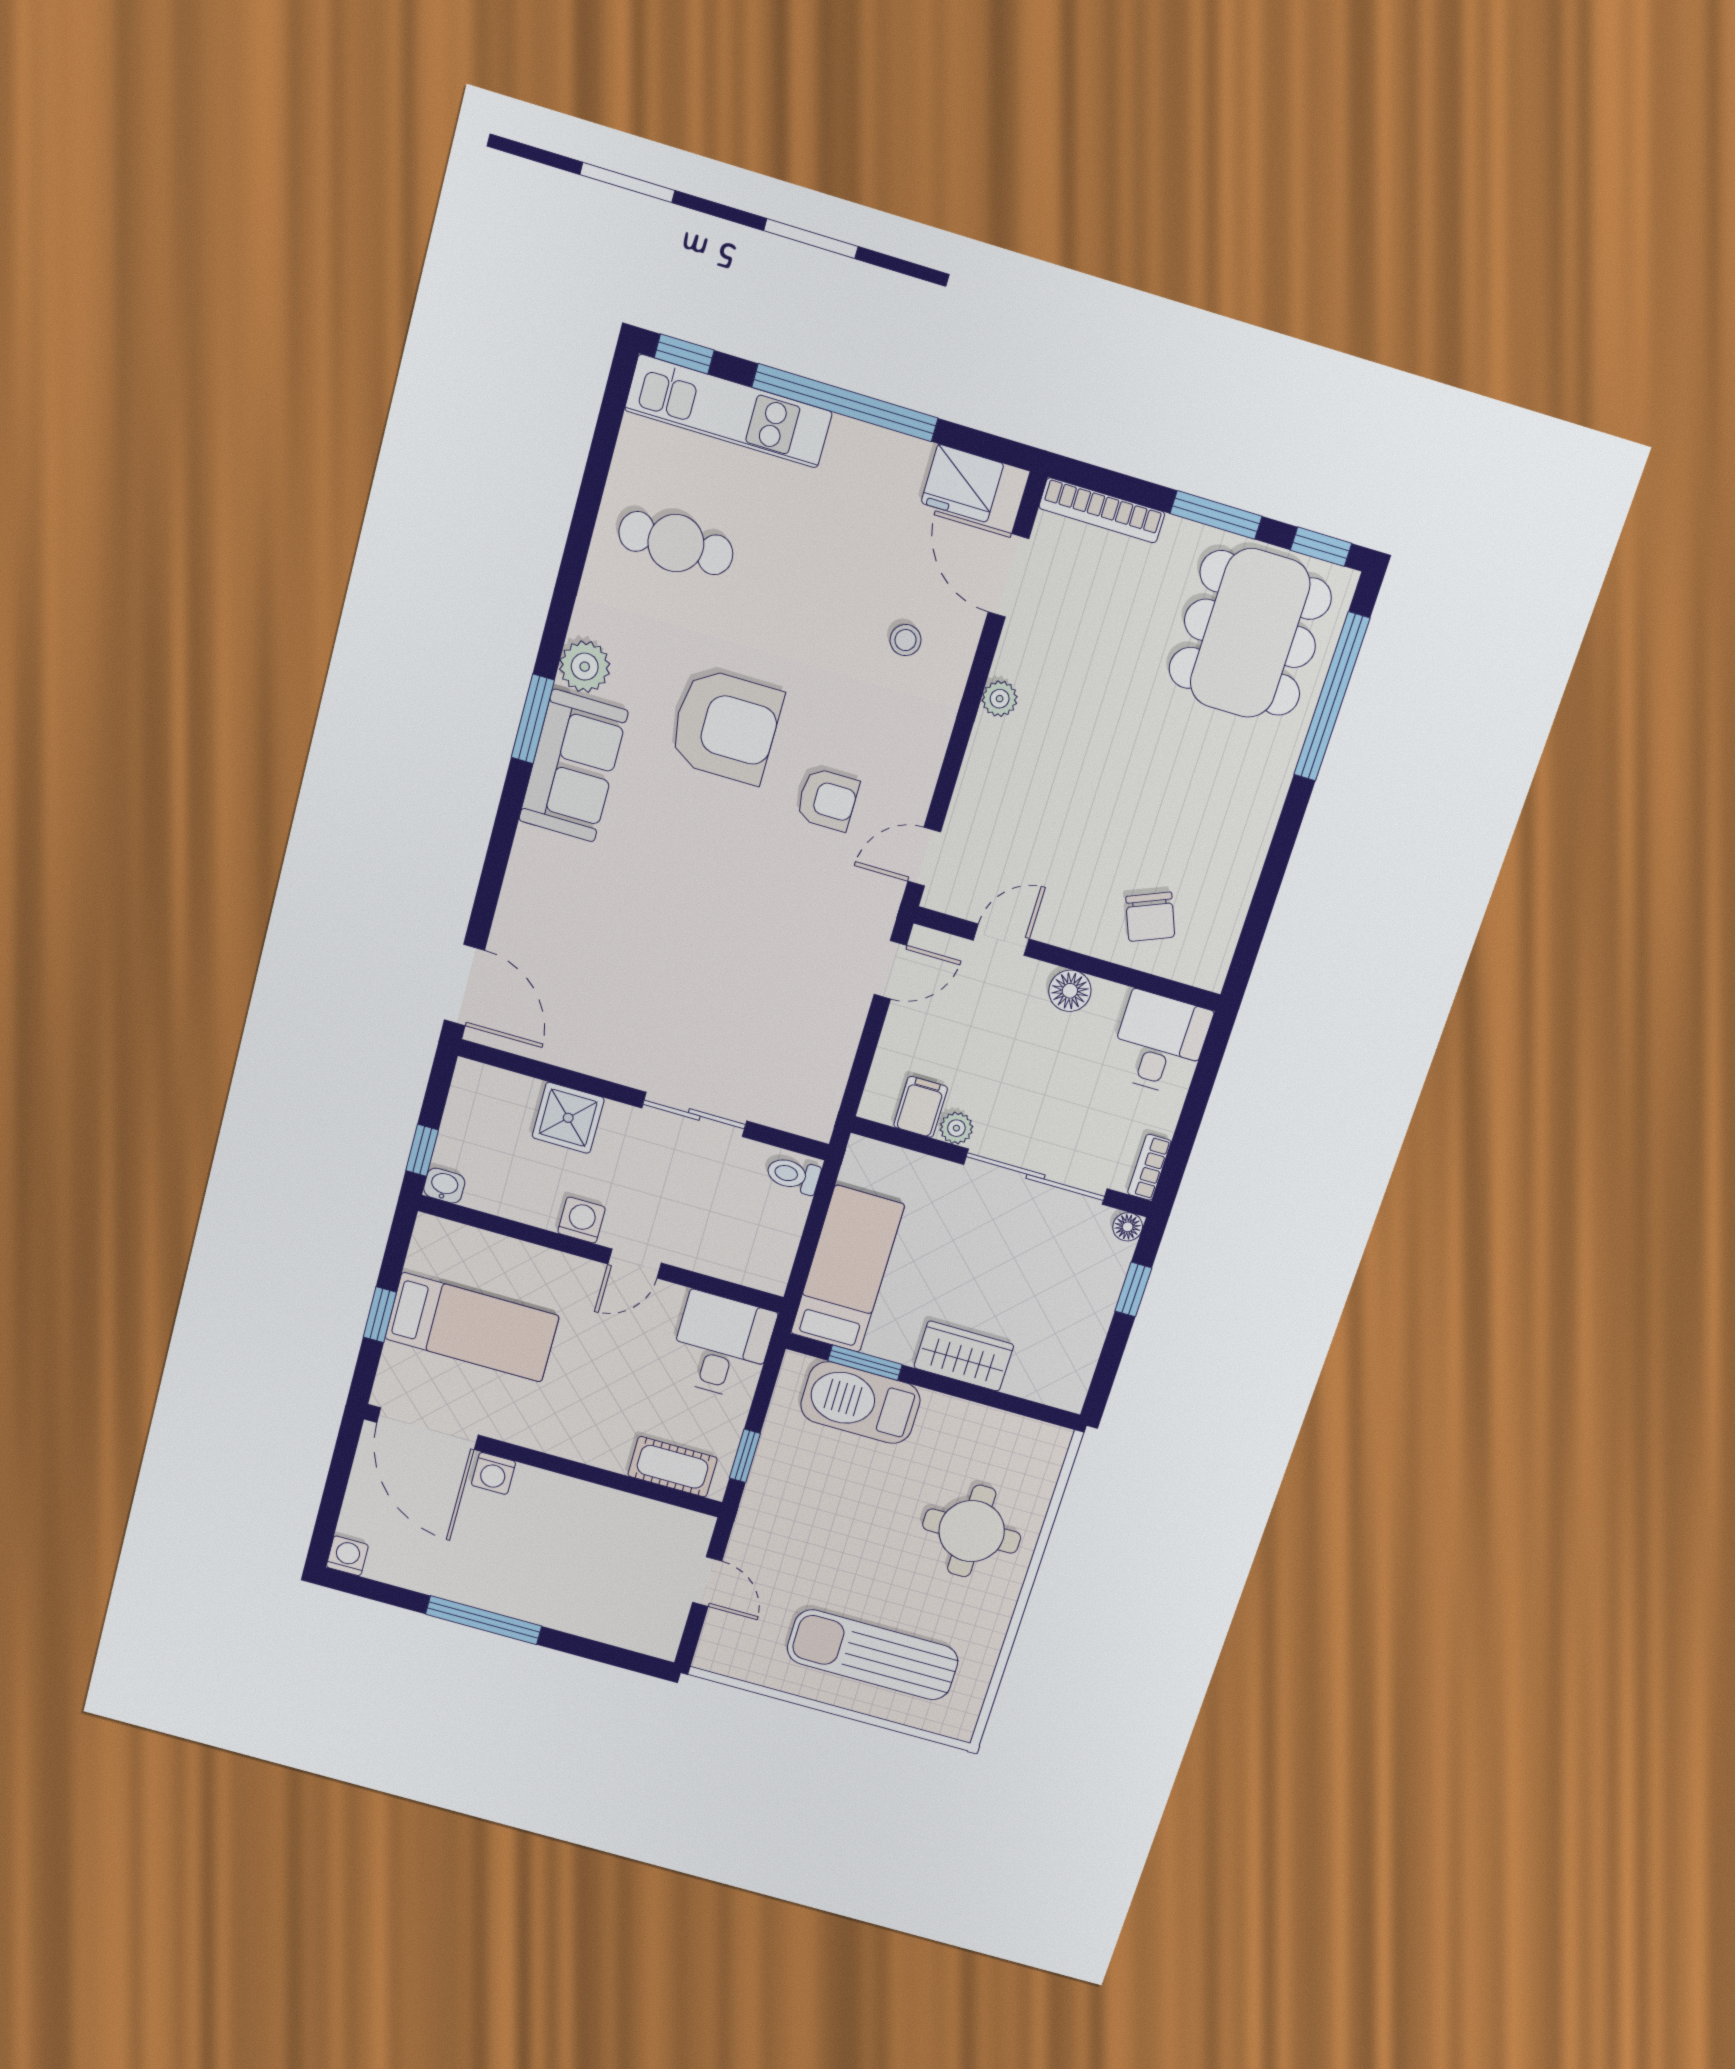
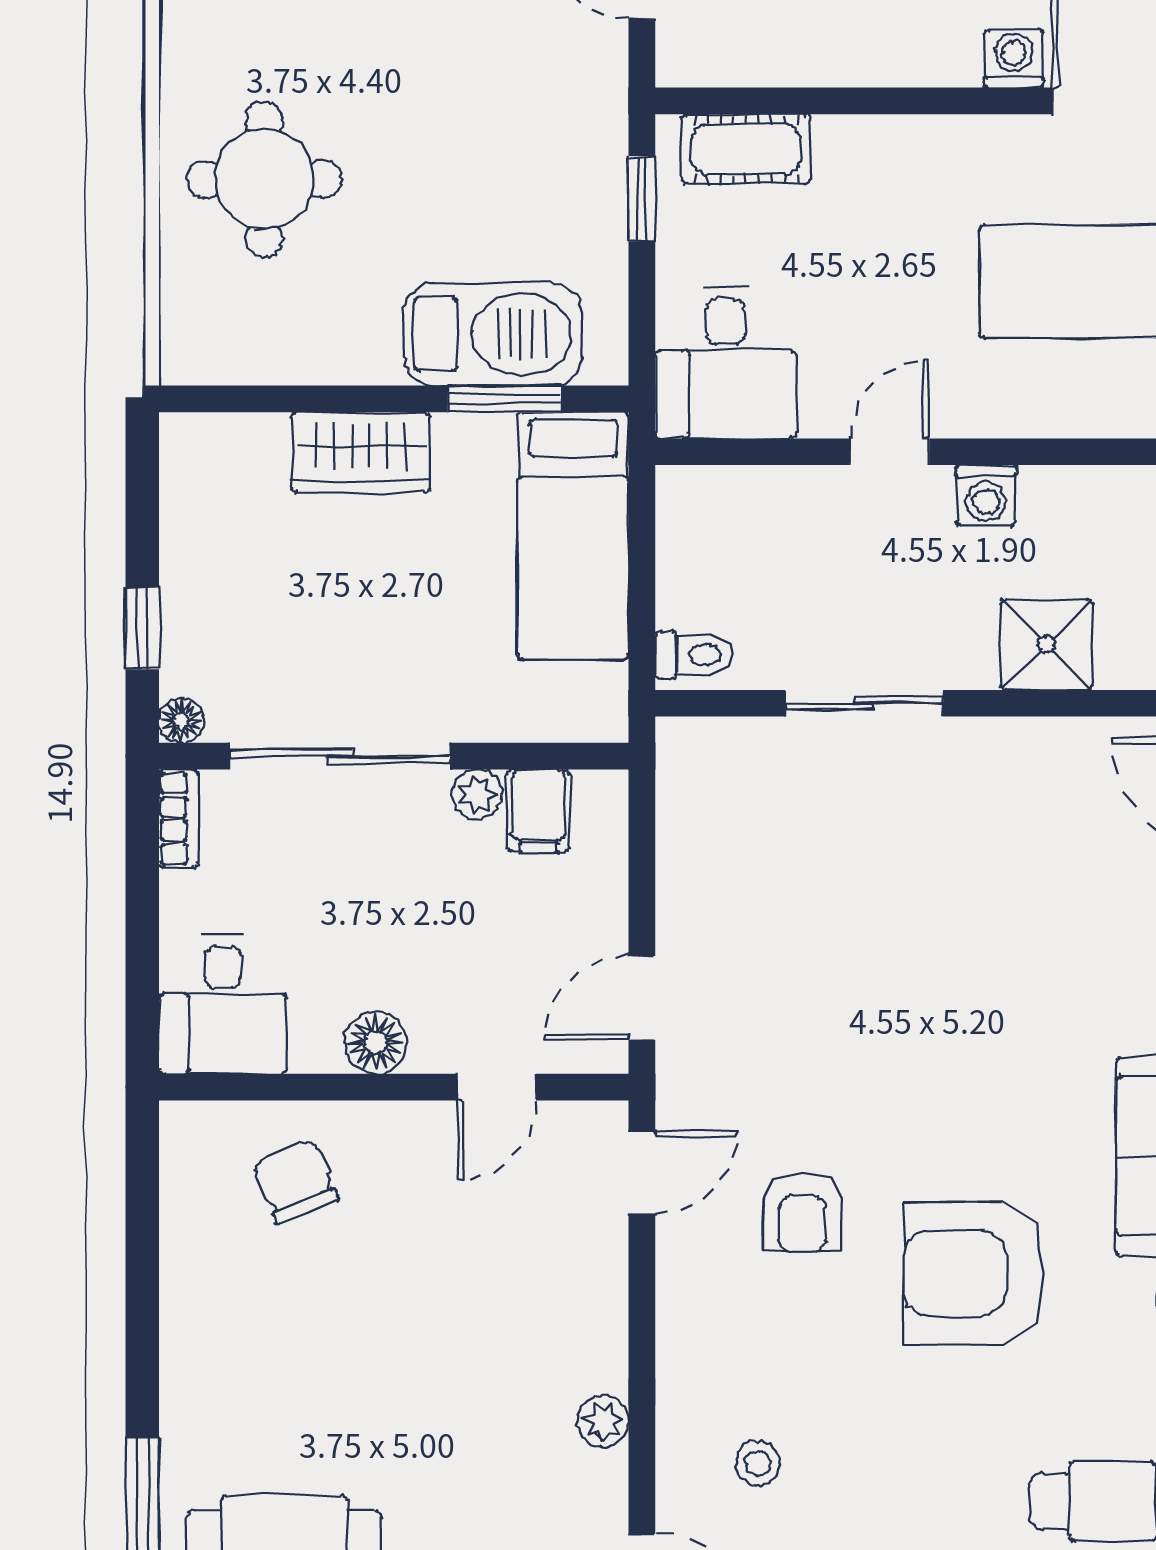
armchair: (827, 800) -> (802, 1213), turned -90

